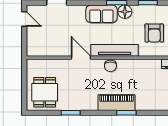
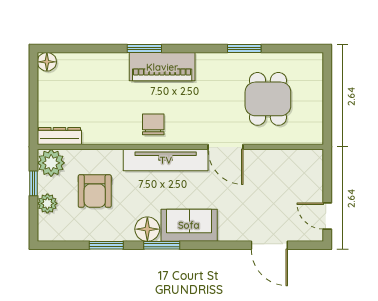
armchair: (154, 33) -> (95, 191), turned 180
chair: (110, 66) -> (153, 124), moved
dining table: (45, 92) -> (268, 99), moved

